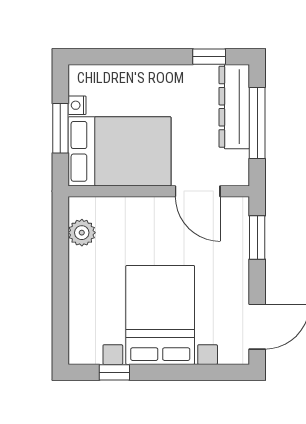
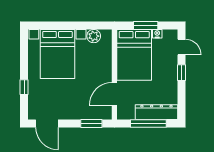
door: (104, 57) -> (181, 47), added
window: (209, 57) -> (181, 73), moved
bed with nightstands: (160, 315) -> (57, 54), moved, turned 90
window: (114, 372) -> (24, 87), moved

